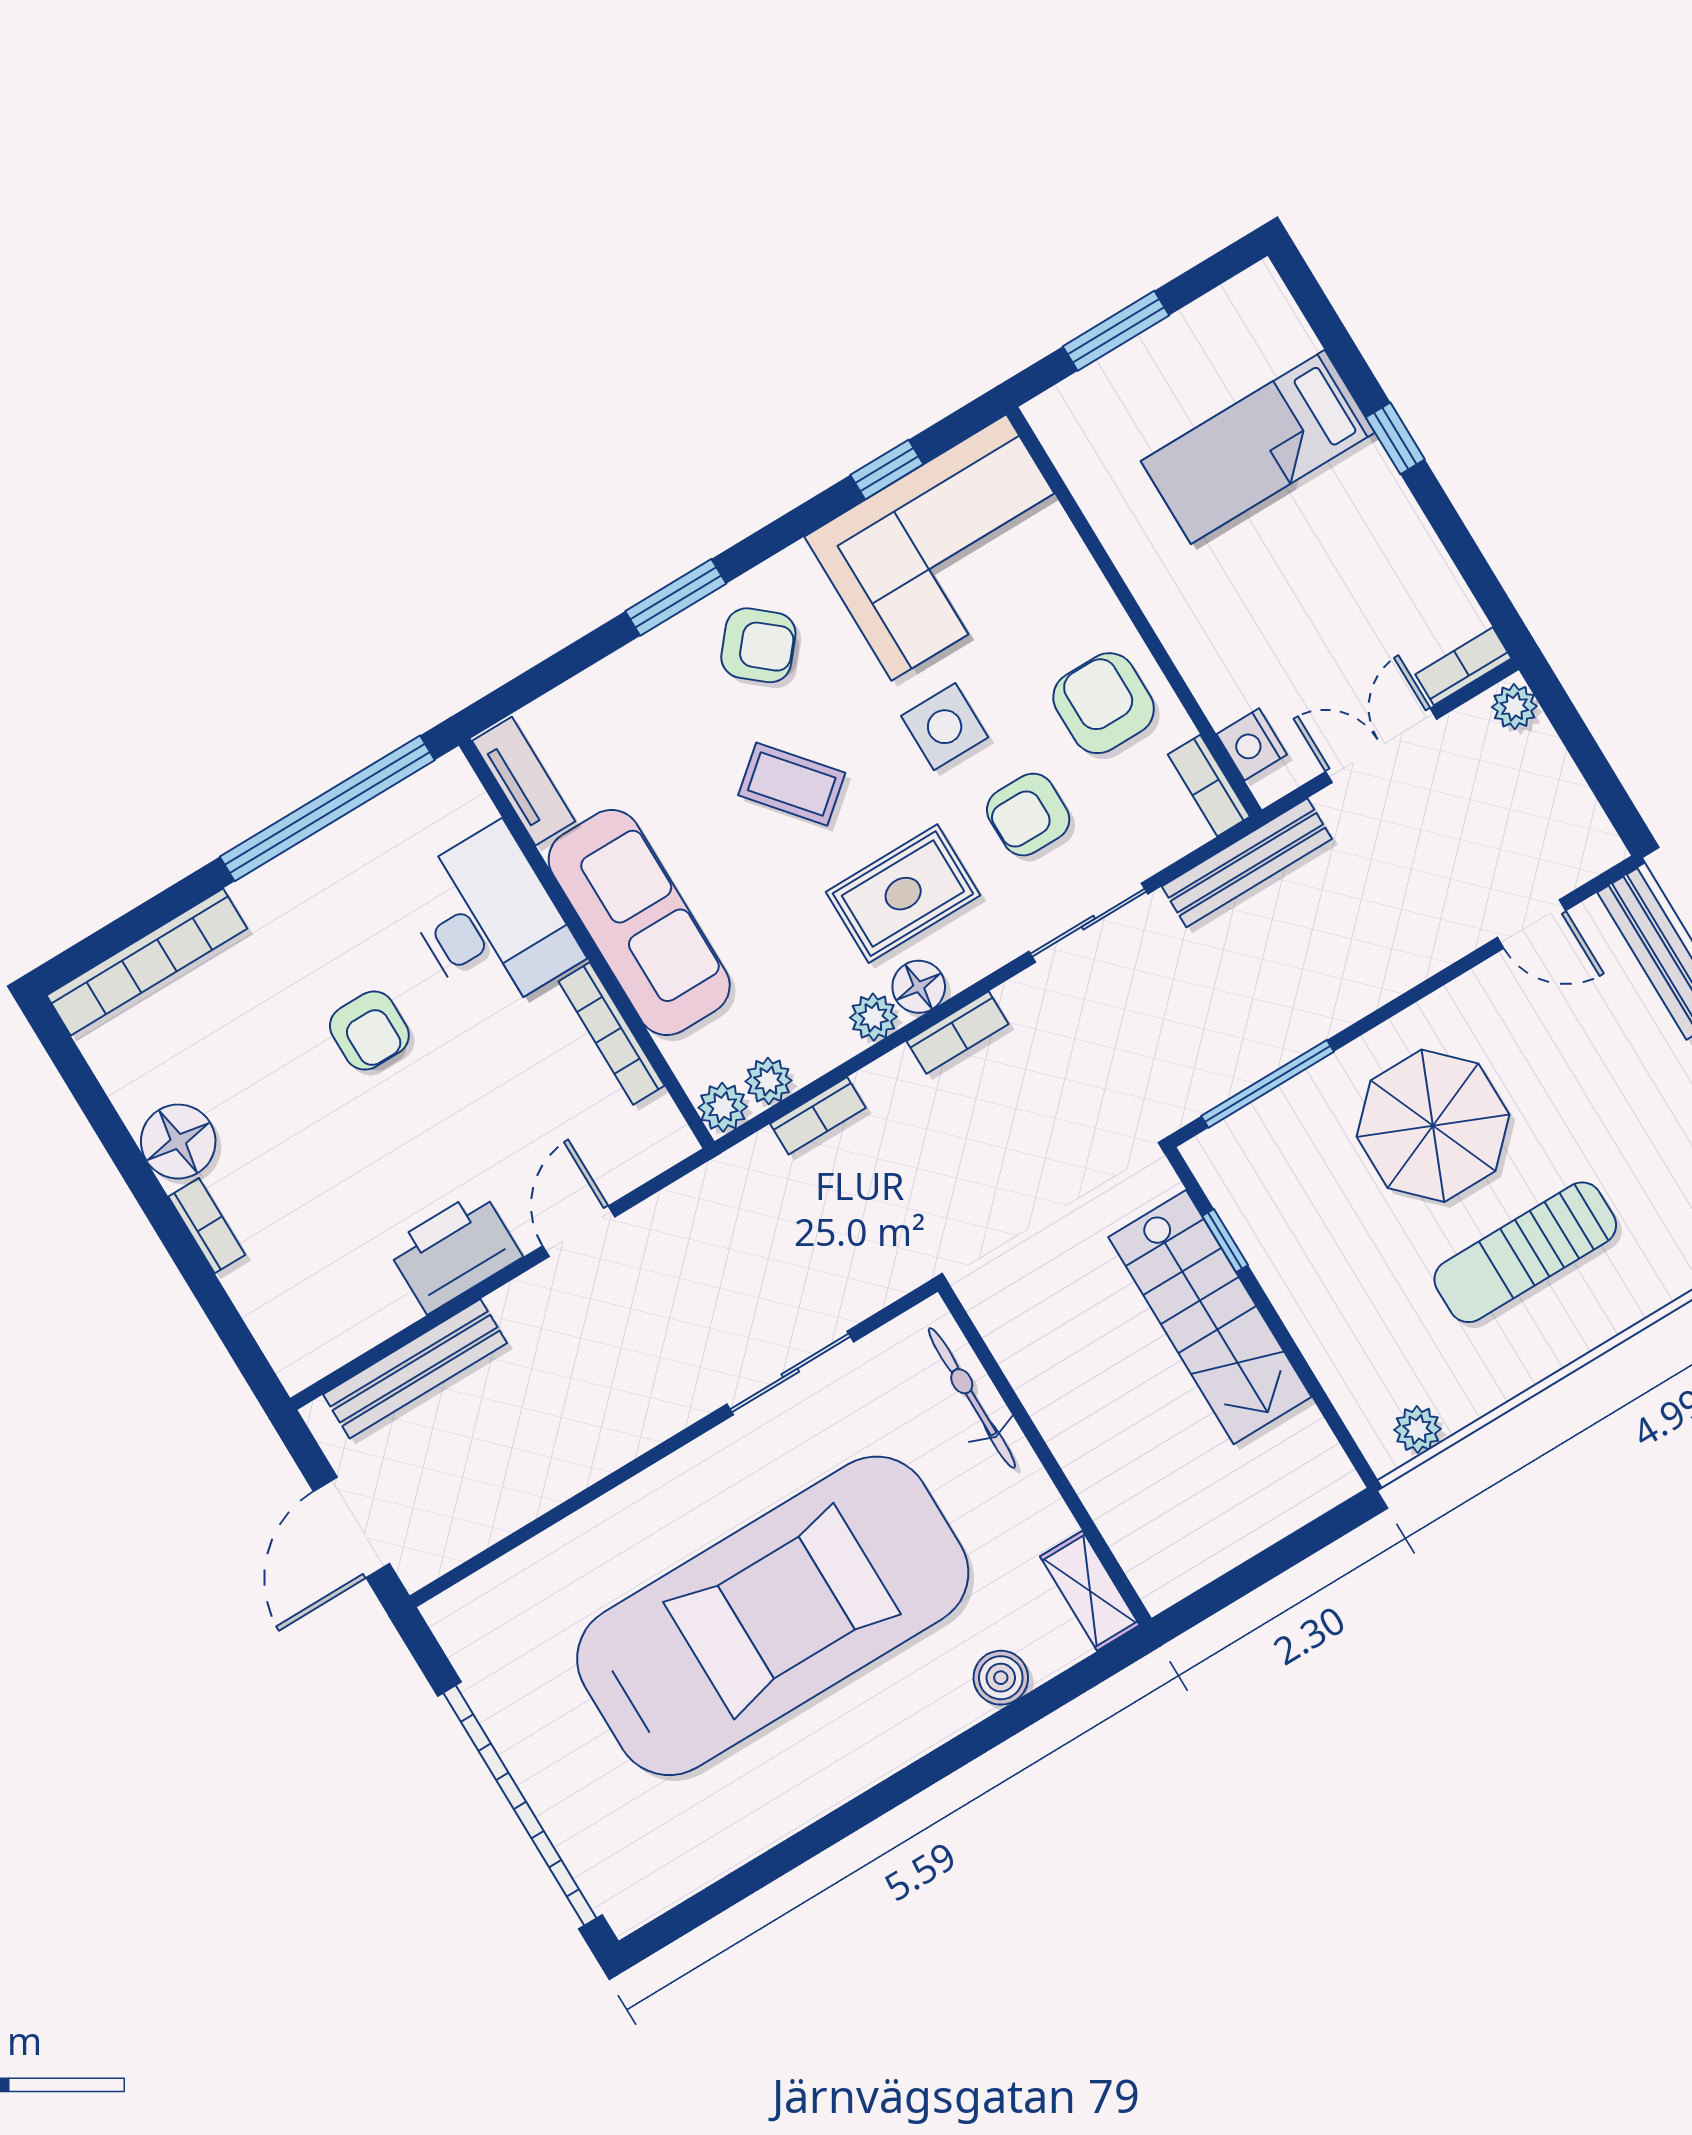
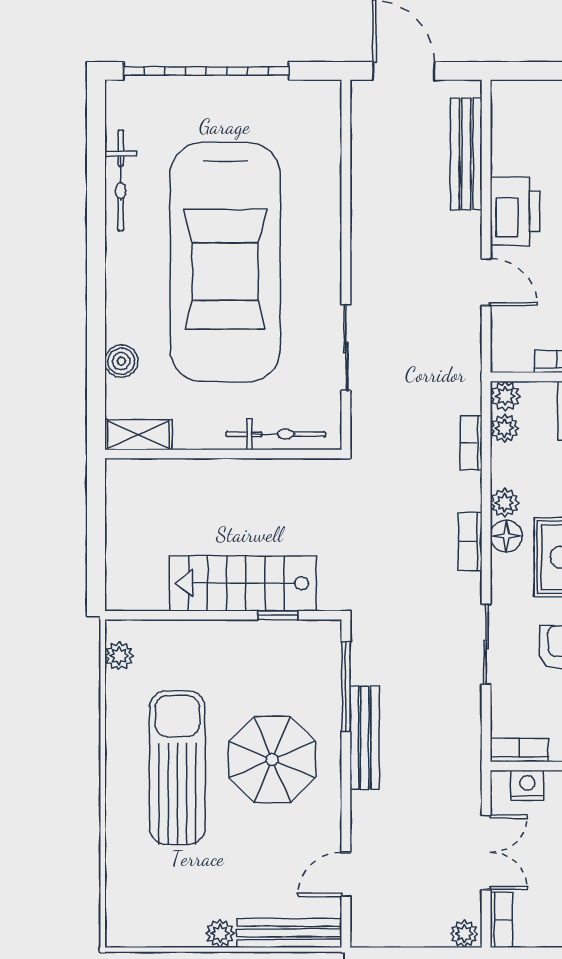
bench: (1247, 863) -> (365, 738), moved
sun lounger: (1525, 1252) -> (177, 768), width x1.36, depth x1.34
bicycle: (747, 1832) -> (121, 180), added

